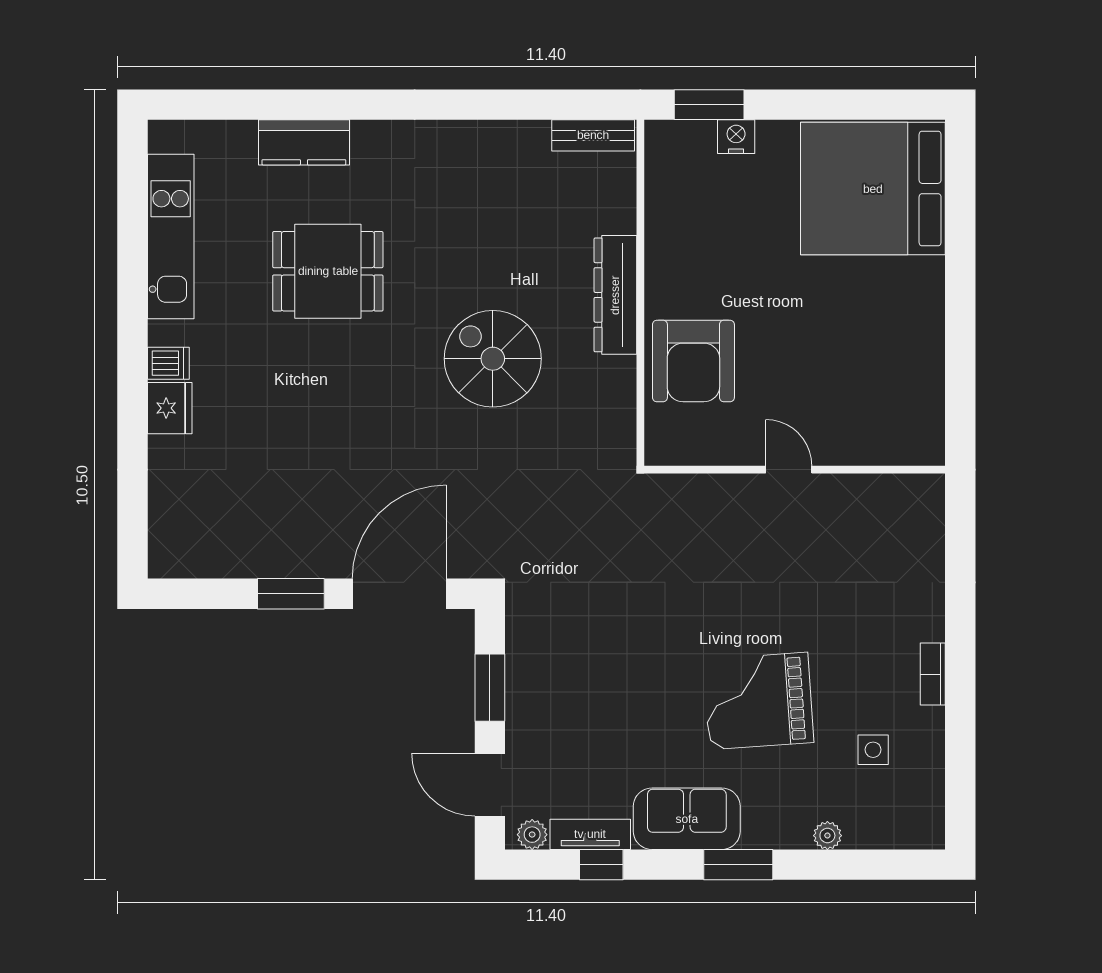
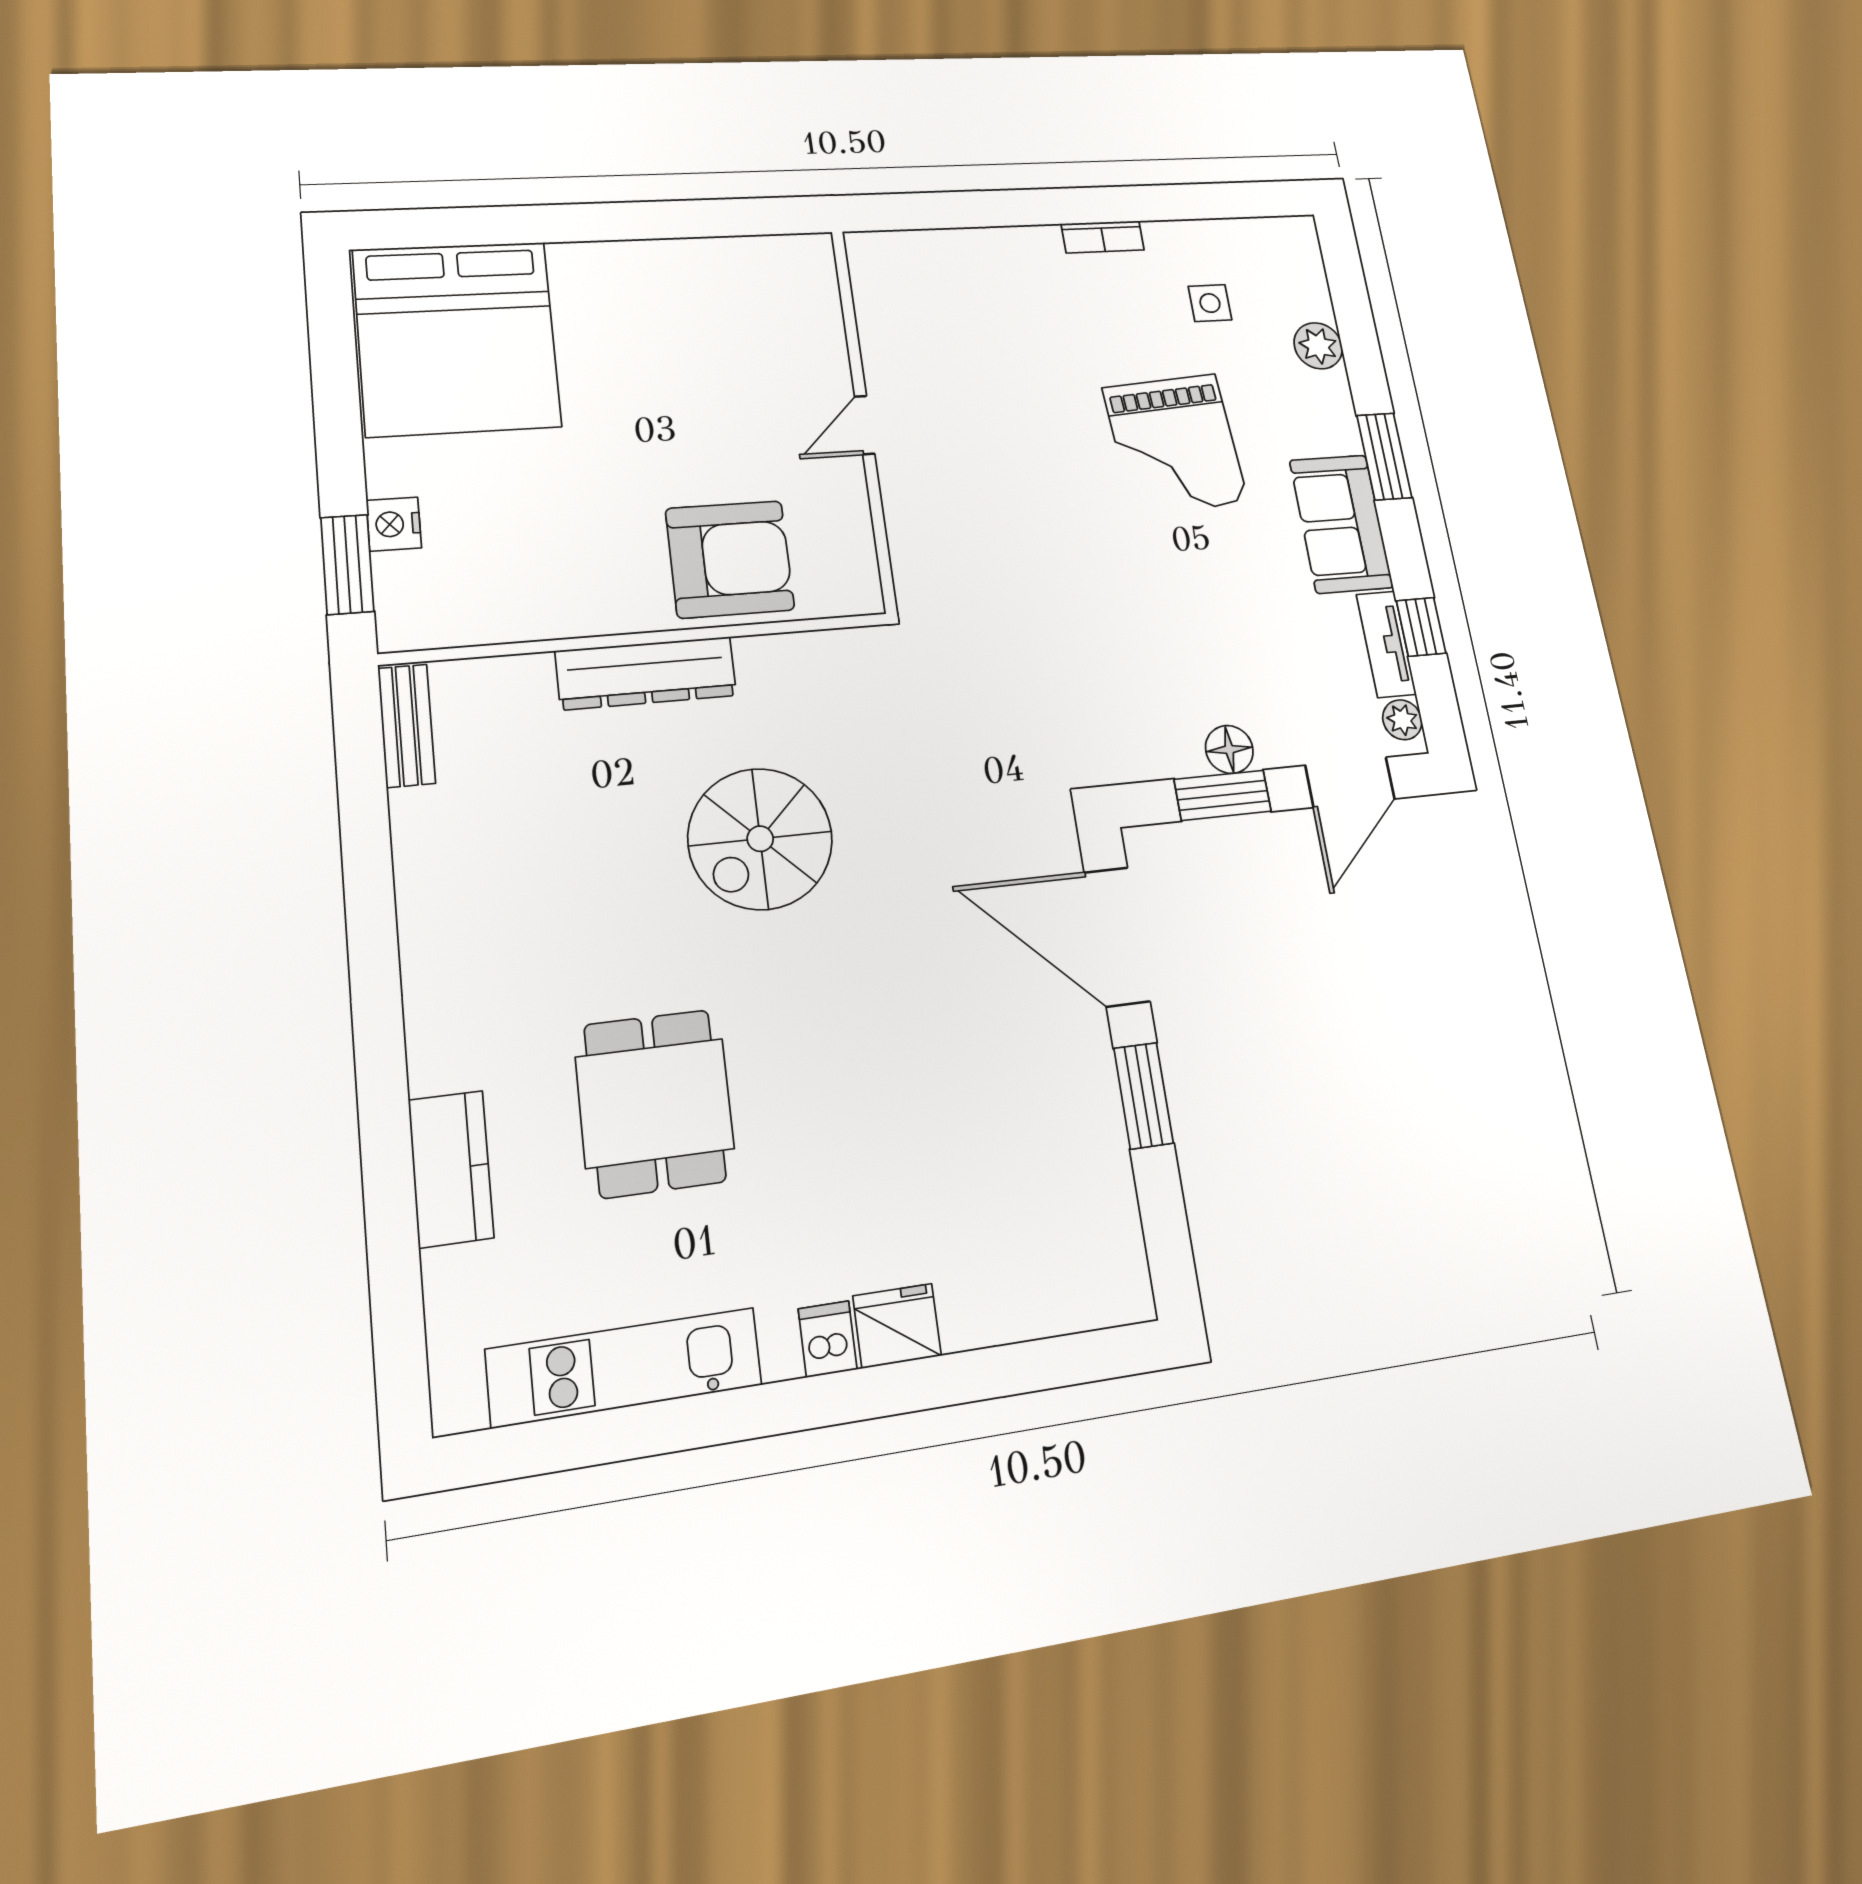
floor lamp: (523, 699) -> (1229, 749), added
plant: (827, 836) -> (1318, 346), width x1.38, depth x1.38

